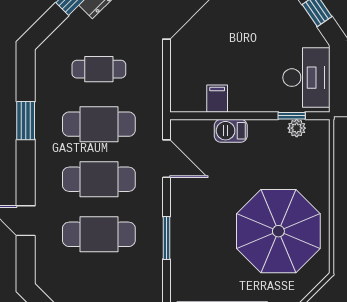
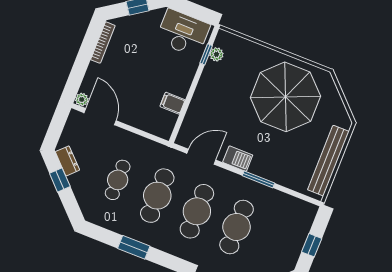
barbecue: (231, 131) -> (238, 159), moved, turned -90

